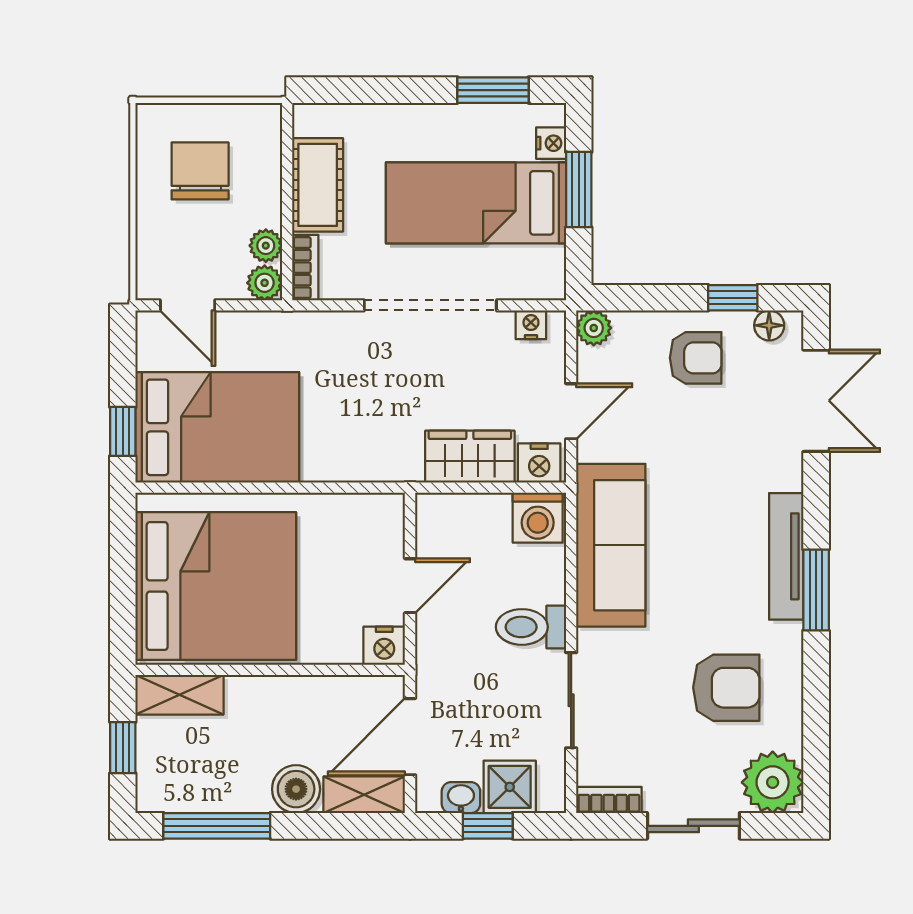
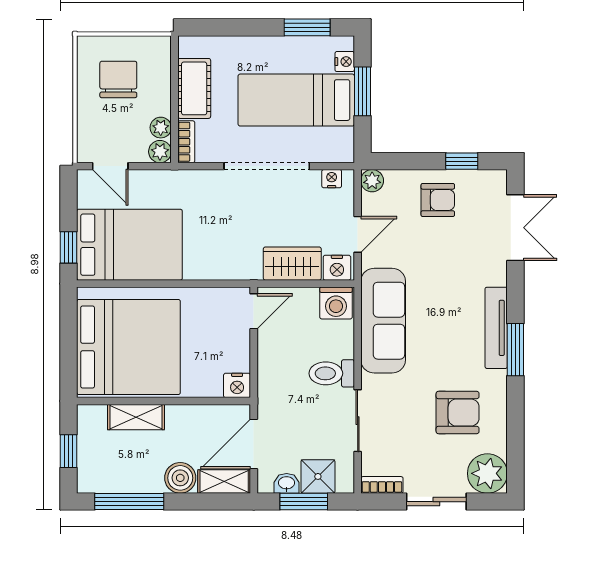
floor lamp: (769, 325) -> (485, 179), removed
door: (410, 586) -> (254, 311), moved
shelving: (179, 695) -> (136, 417), moved
window: (488, 826) -> (304, 502), width x1.50

